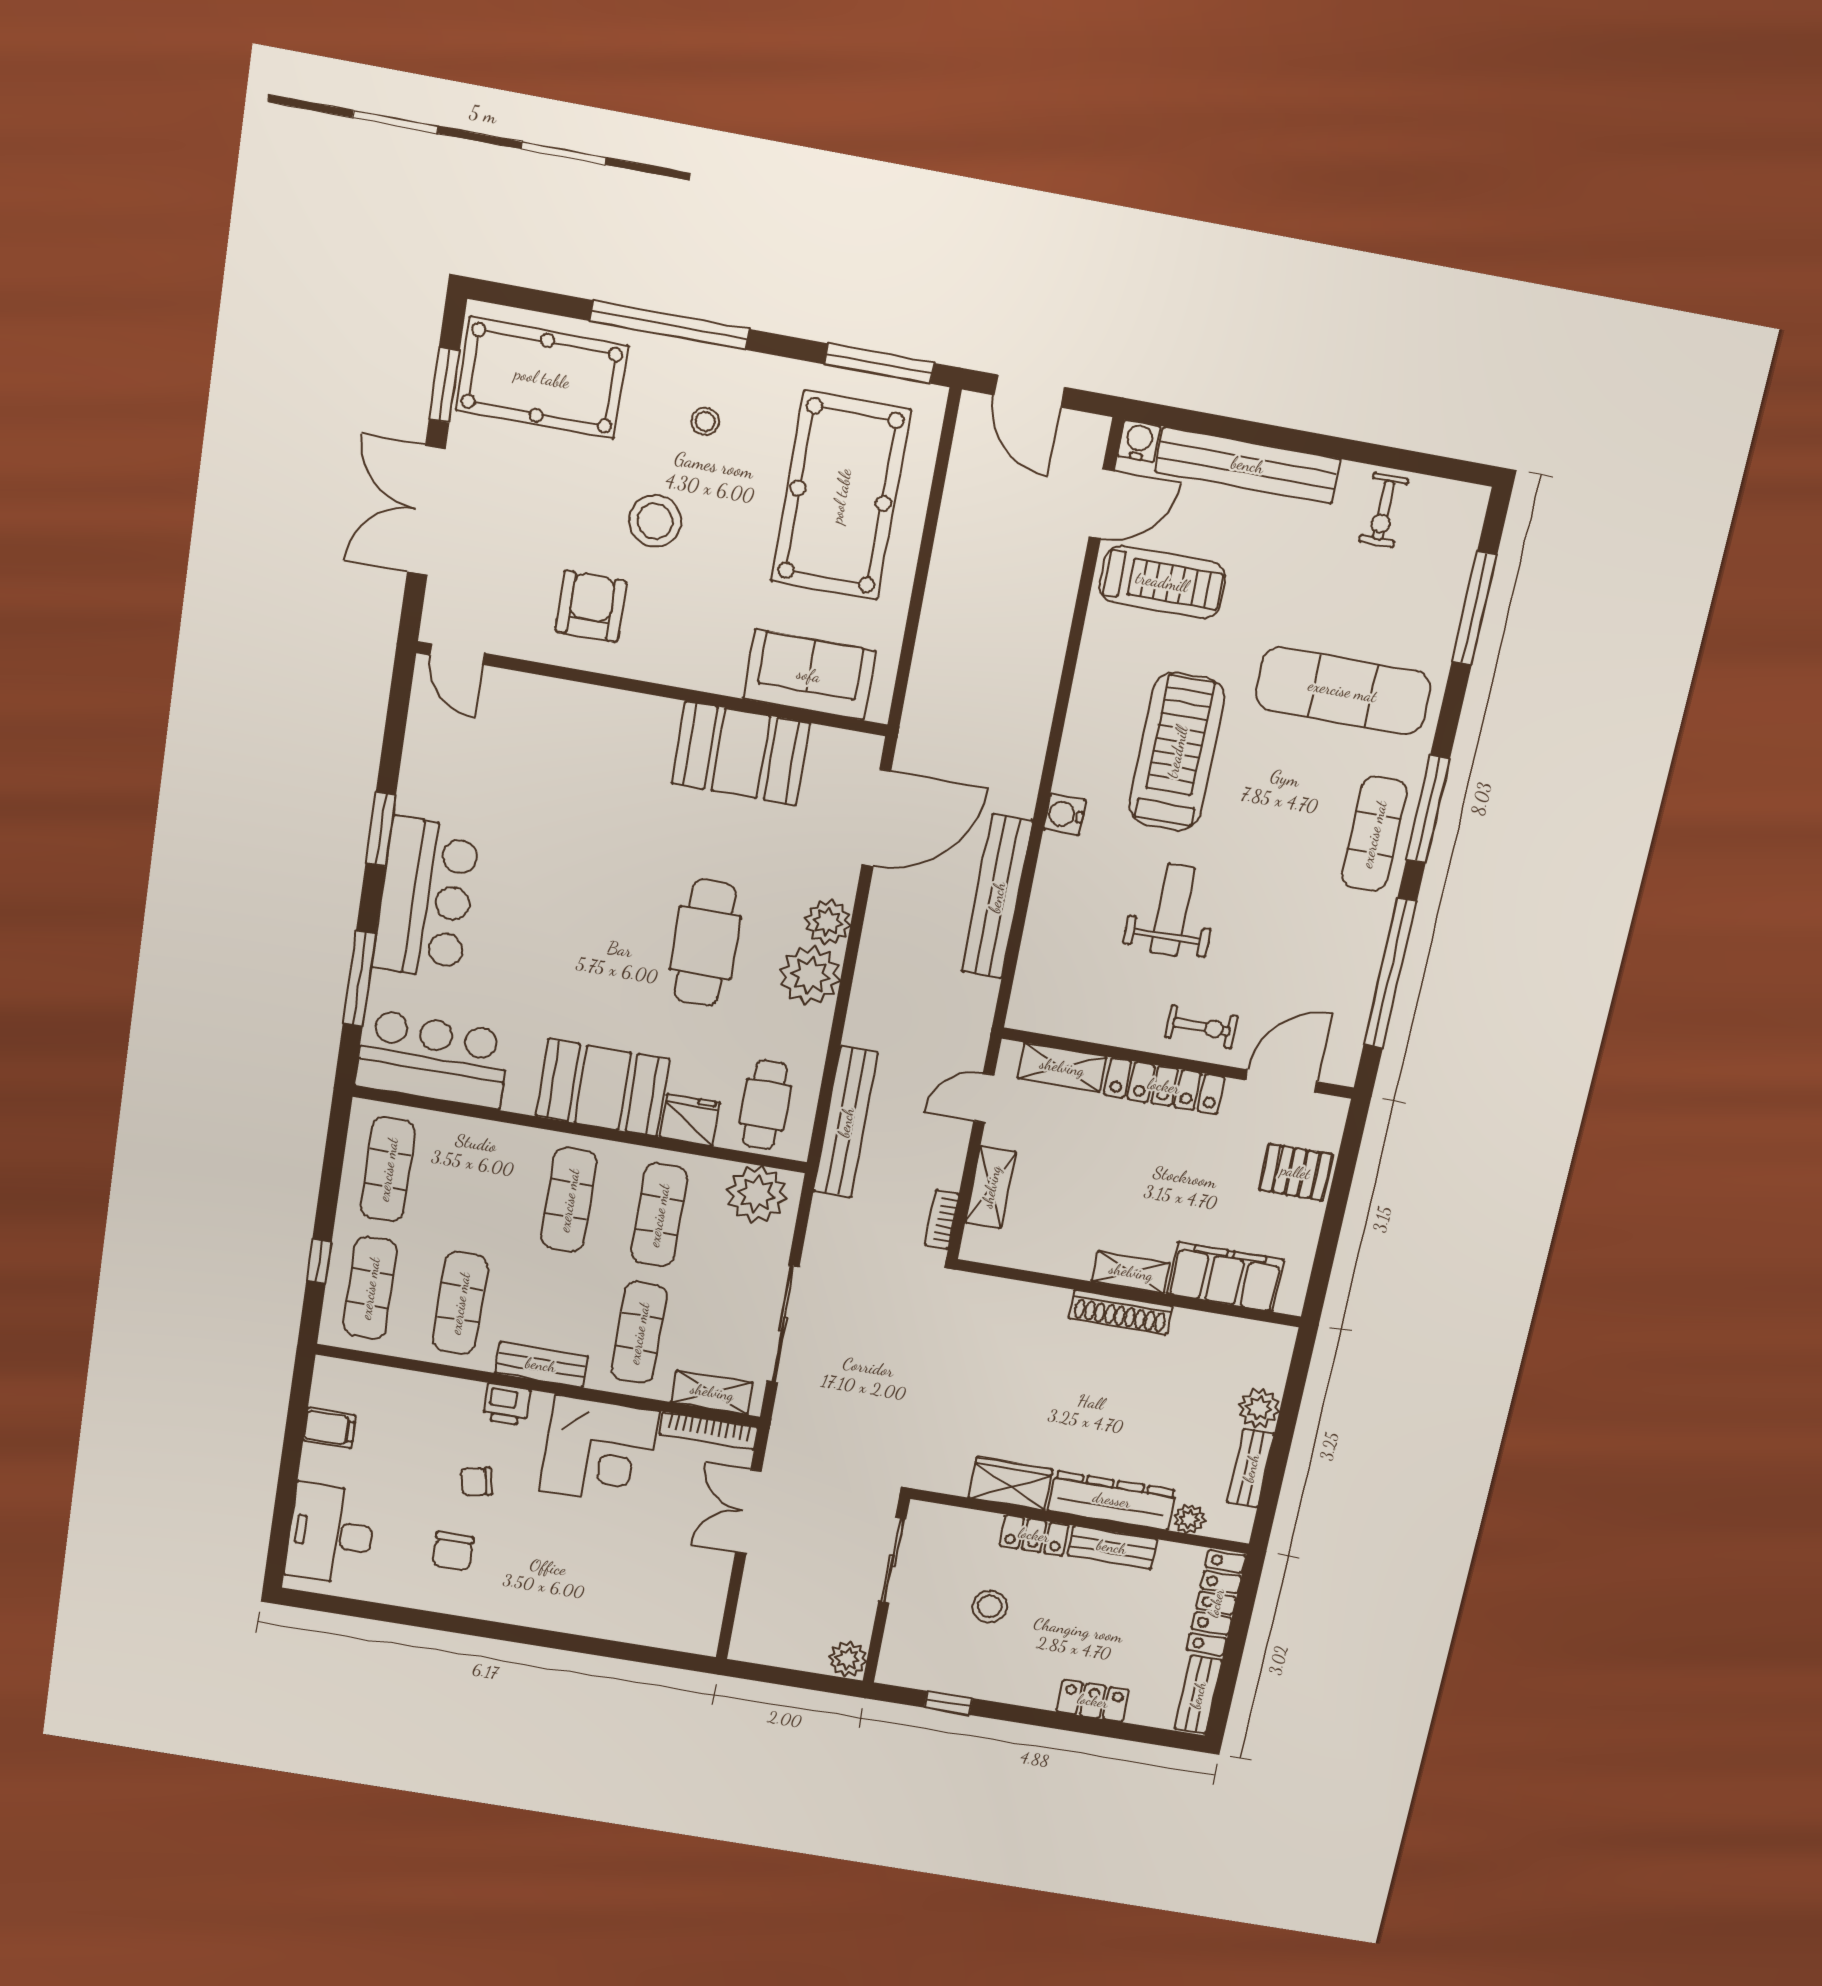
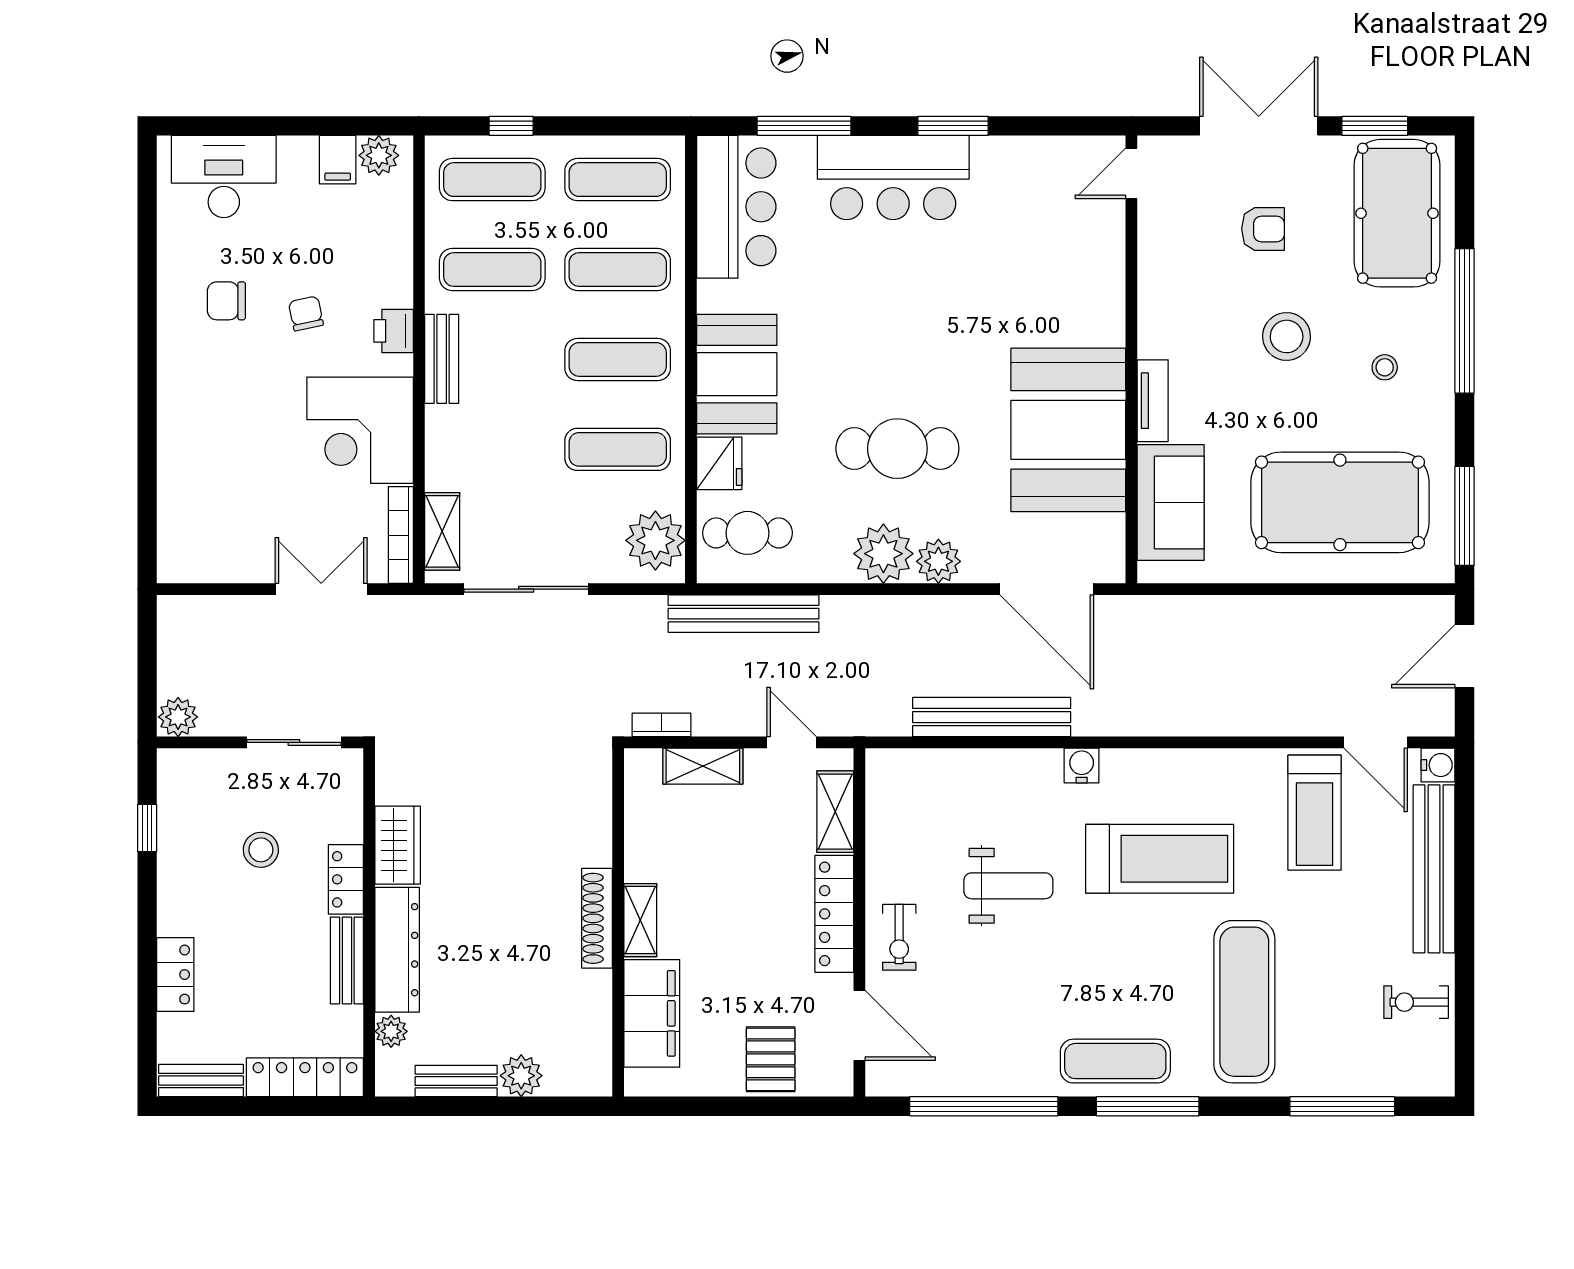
armchair: (591, 606) -> (1263, 229), moved, width x0.72, depth x0.72
tv unit: (700, 674) -> (1153, 401), added
booth: (741, 753) -> (1068, 430), width x1.36, depth x1.42
exercise mat: (639, 1333) -> (618, 270), moved
plant: (331, 1390) -> (379, 155), added

